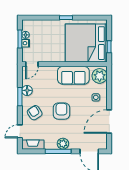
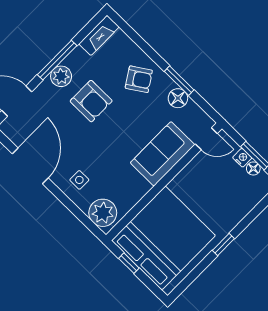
door: (32, 64) -> (206, 139), swing flipped
sofa: (73, 75) -> (163, 154), moved
armchair: (61, 111) -> (91, 101), moved
door: (20, 131) -> (133, 35), removed

